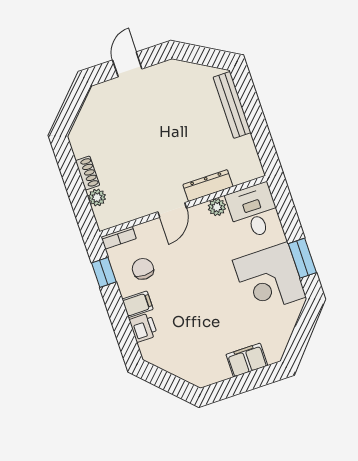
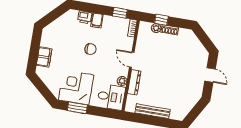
bench: (232, 105) -> (153, 111), moved
window: (78, 196) -> (161, 20), added
chair: (143, 269) -> (90, 49), moved

